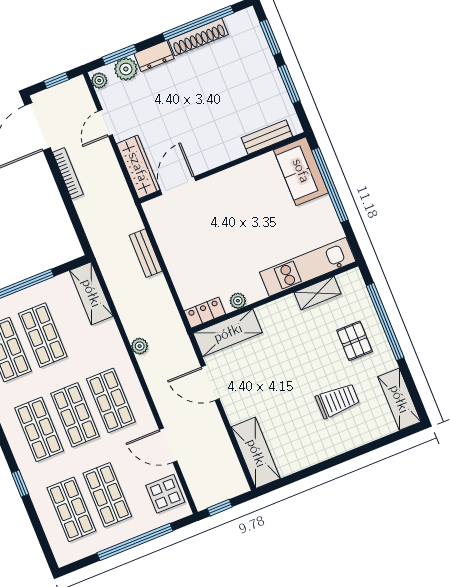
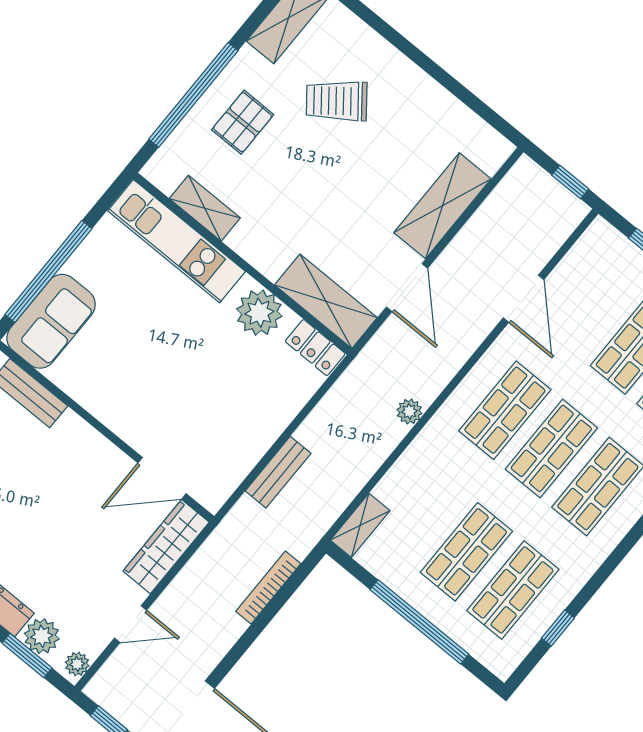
bookcase: (68, 173) -> (268, 587), moved
shelving: (91, 293) -> (360, 525), width x0.67, depth x0.75
plant: (238, 301) -> (259, 313), width x1.88, depth x1.88
trolley: (338, 401) -> (337, 101), turned -38
shelving: (256, 453) -> (442, 206), moved
display table: (165, 494) -> (592, 267), removed

